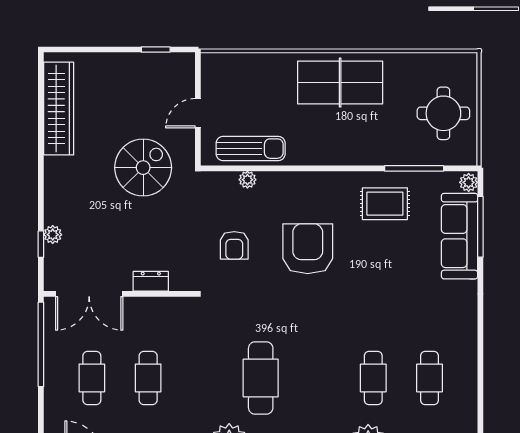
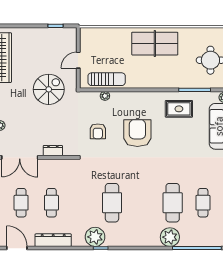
cafe table: (373, 378) -> (173, 203), width x1.37, depth x1.35

